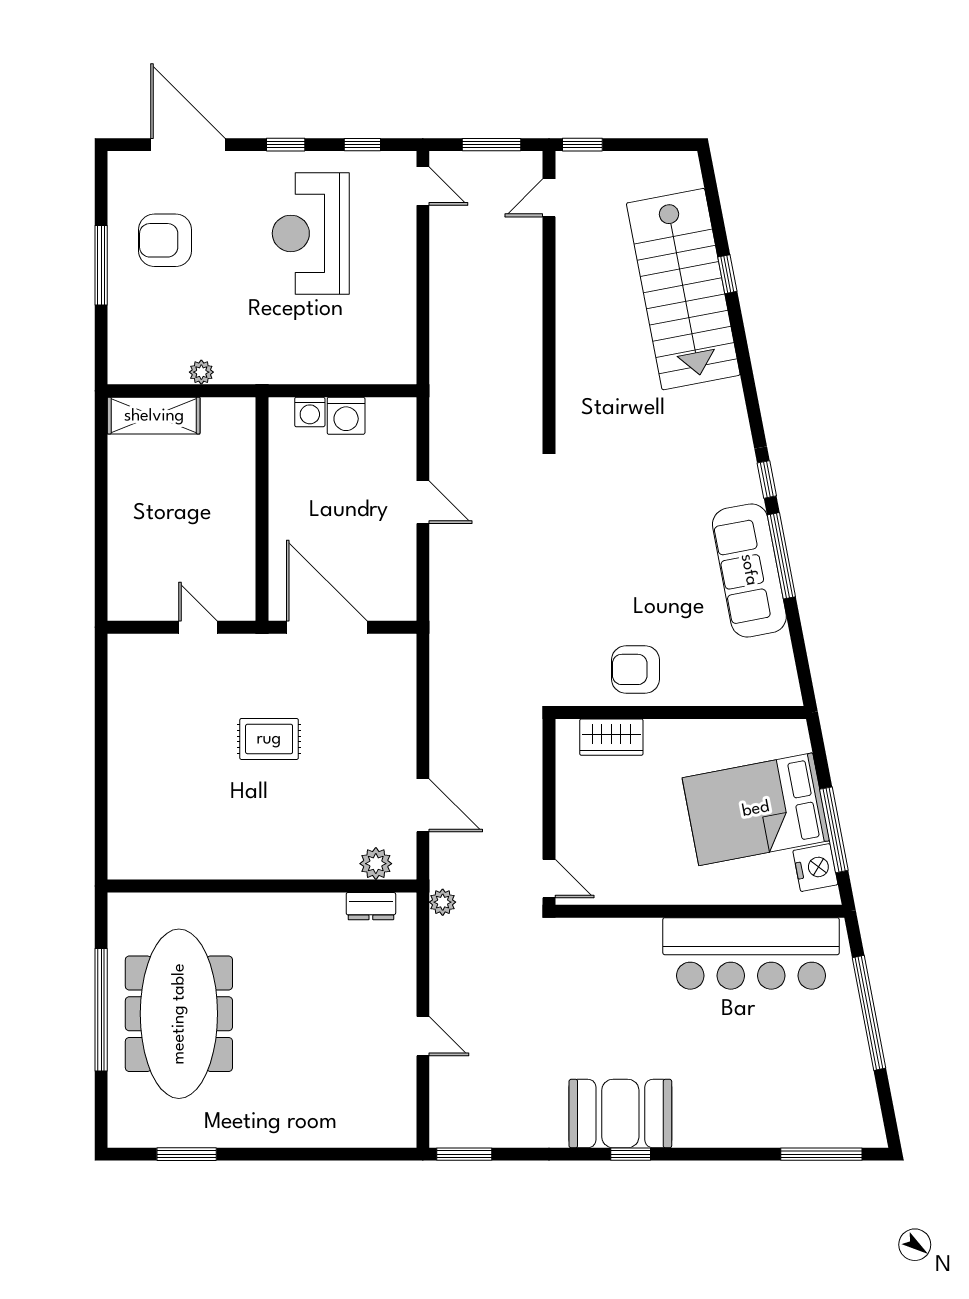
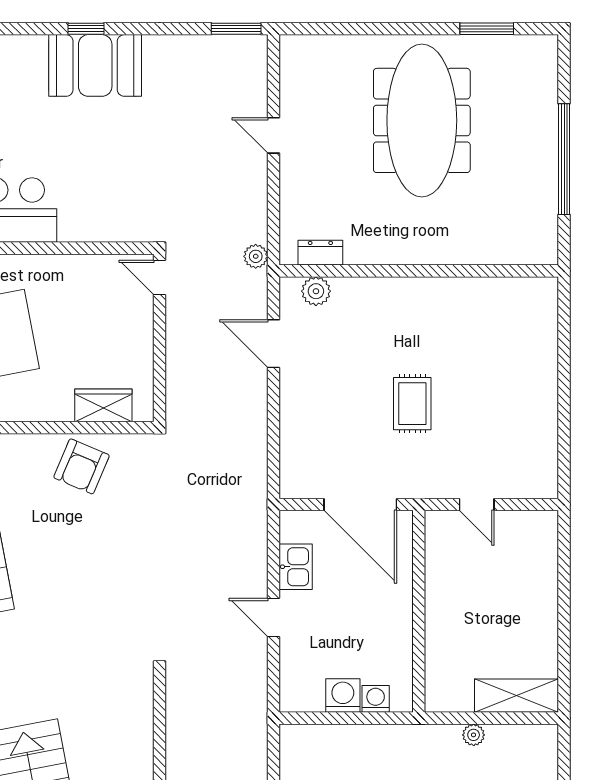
kitchen sink: (398, 558) -> (296, 567), added
armchair: (635, 669) -> (81, 466), turned 113
rug: (269, 739) -> (412, 404), turned 90
meeting table: (179, 1014) -> (422, 120), moved

